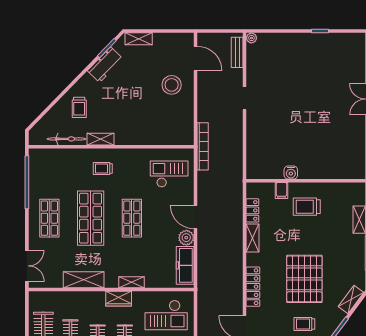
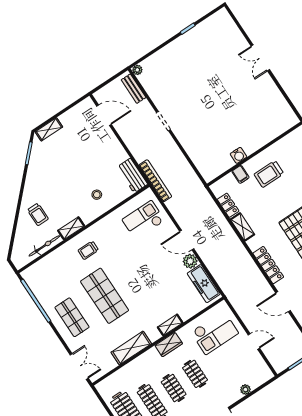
workbench: (105, 65) -> (132, 176), moved, turned 136
stool: (172, 85) -> (97, 195), moved, width x0.53, depth x0.53
shop shelf: (132, 218) -> (137, 274), removed

